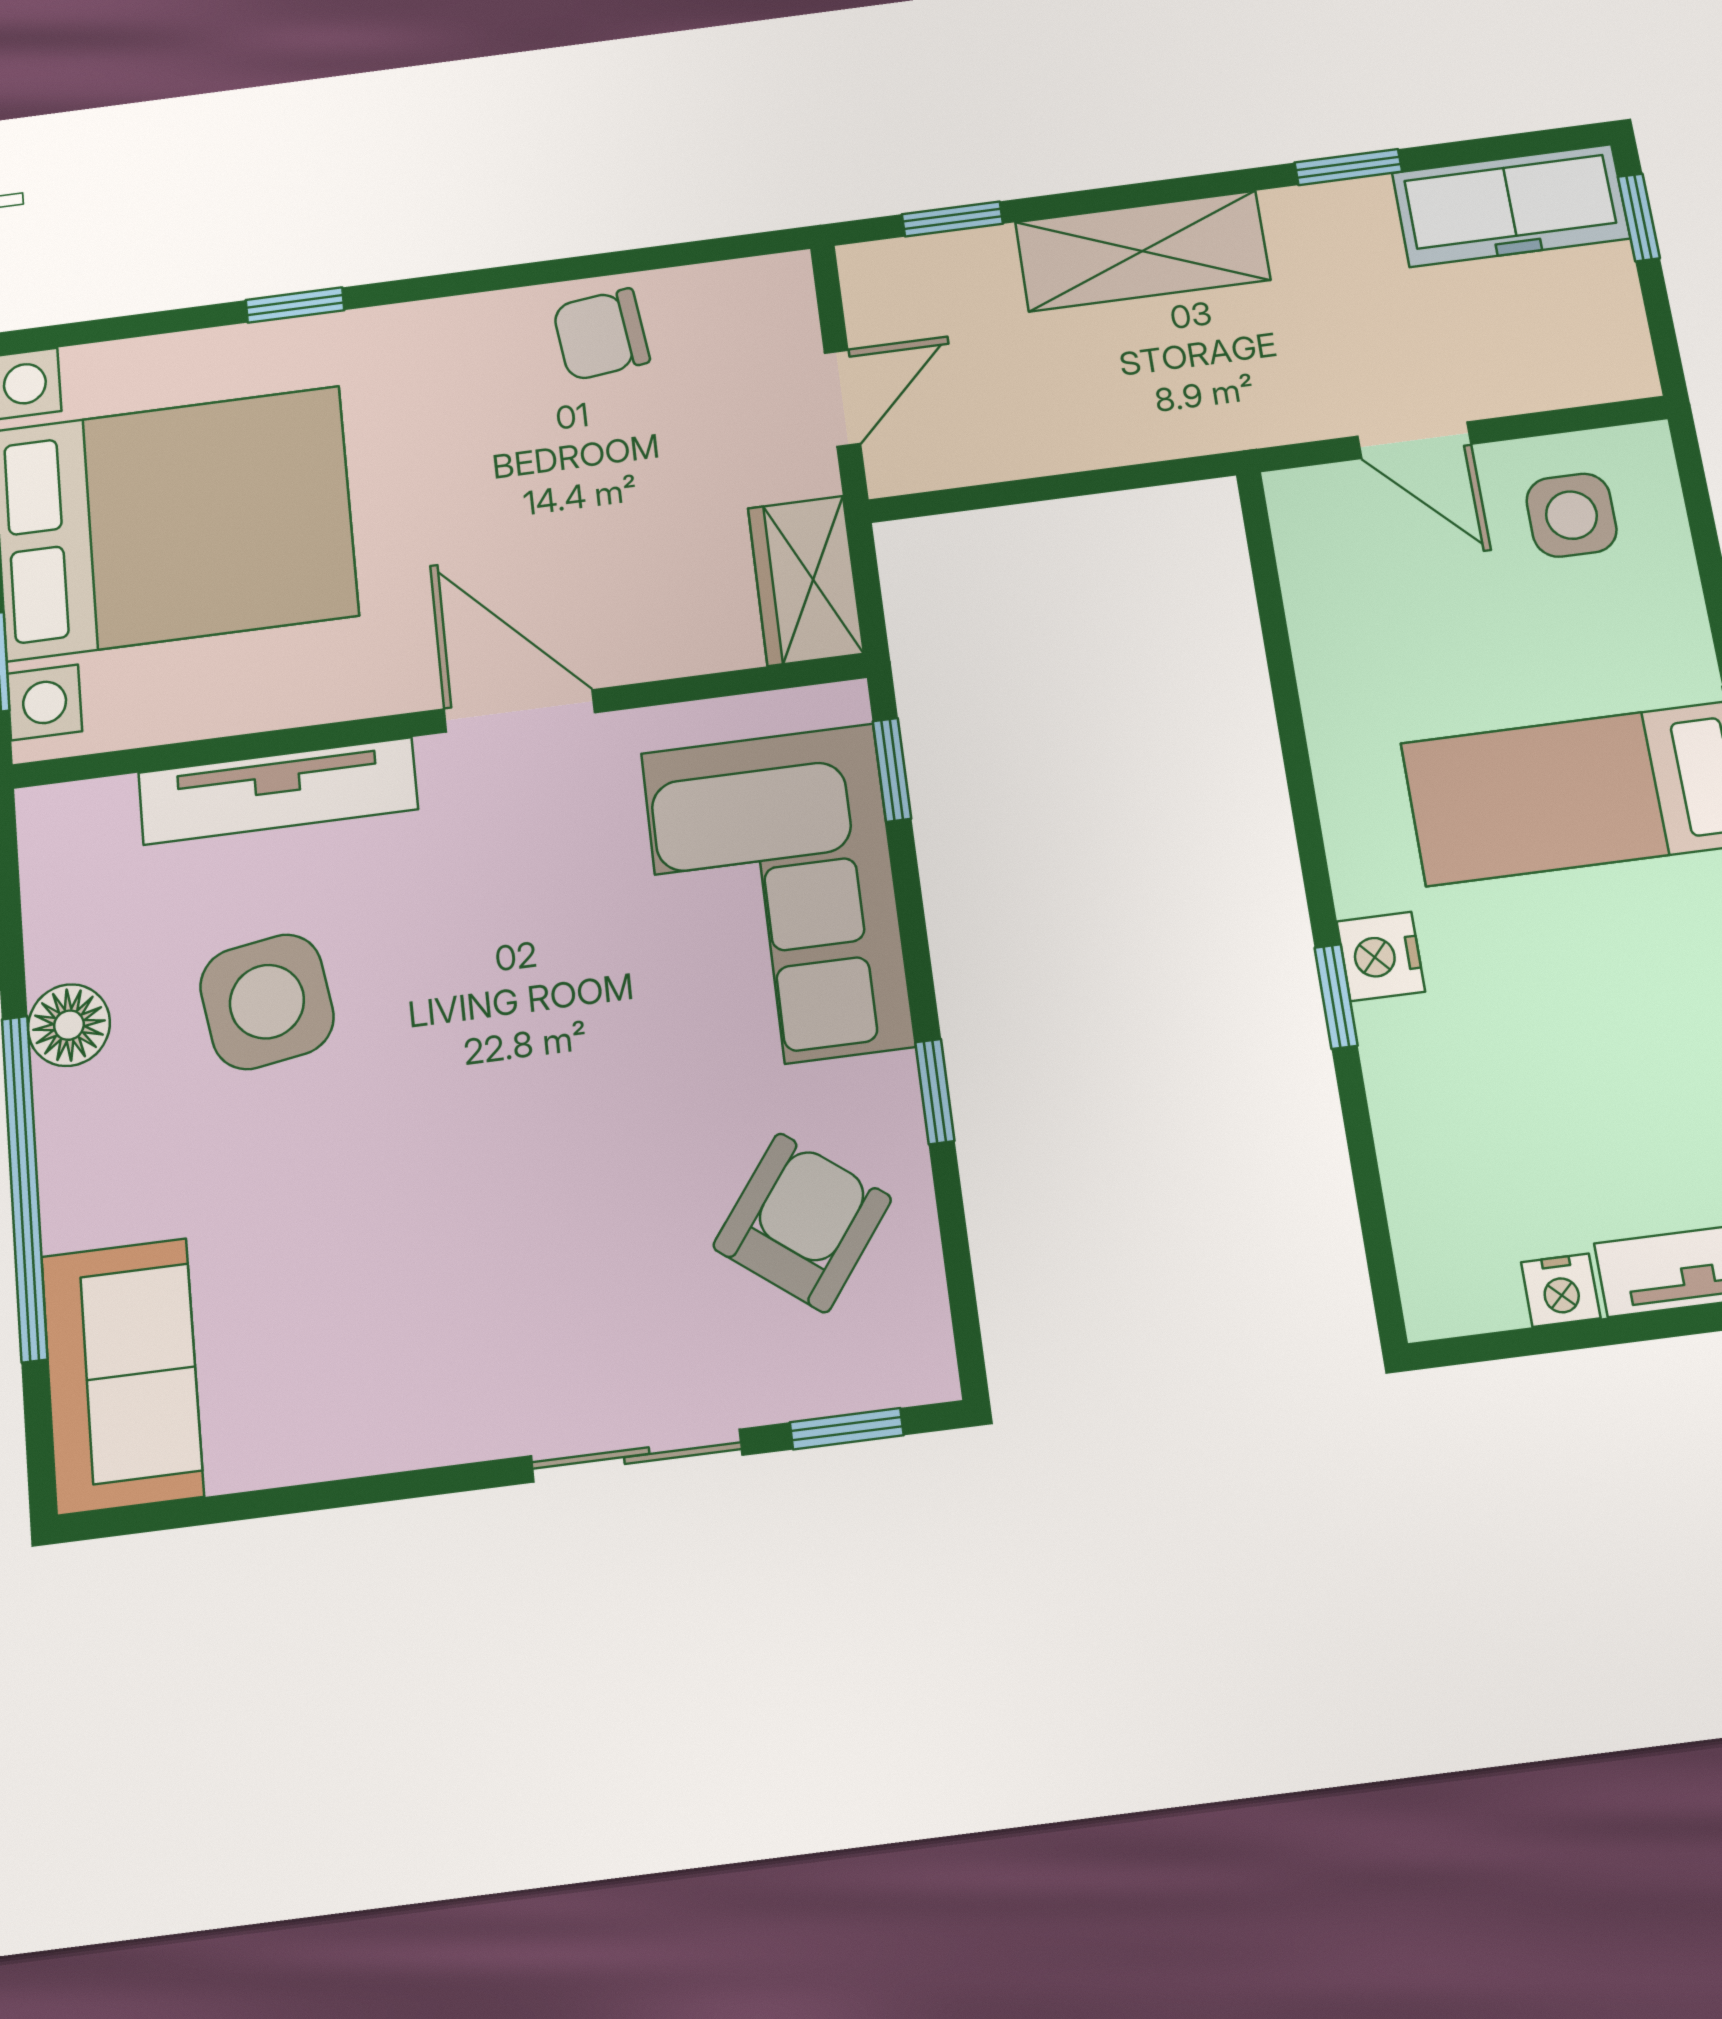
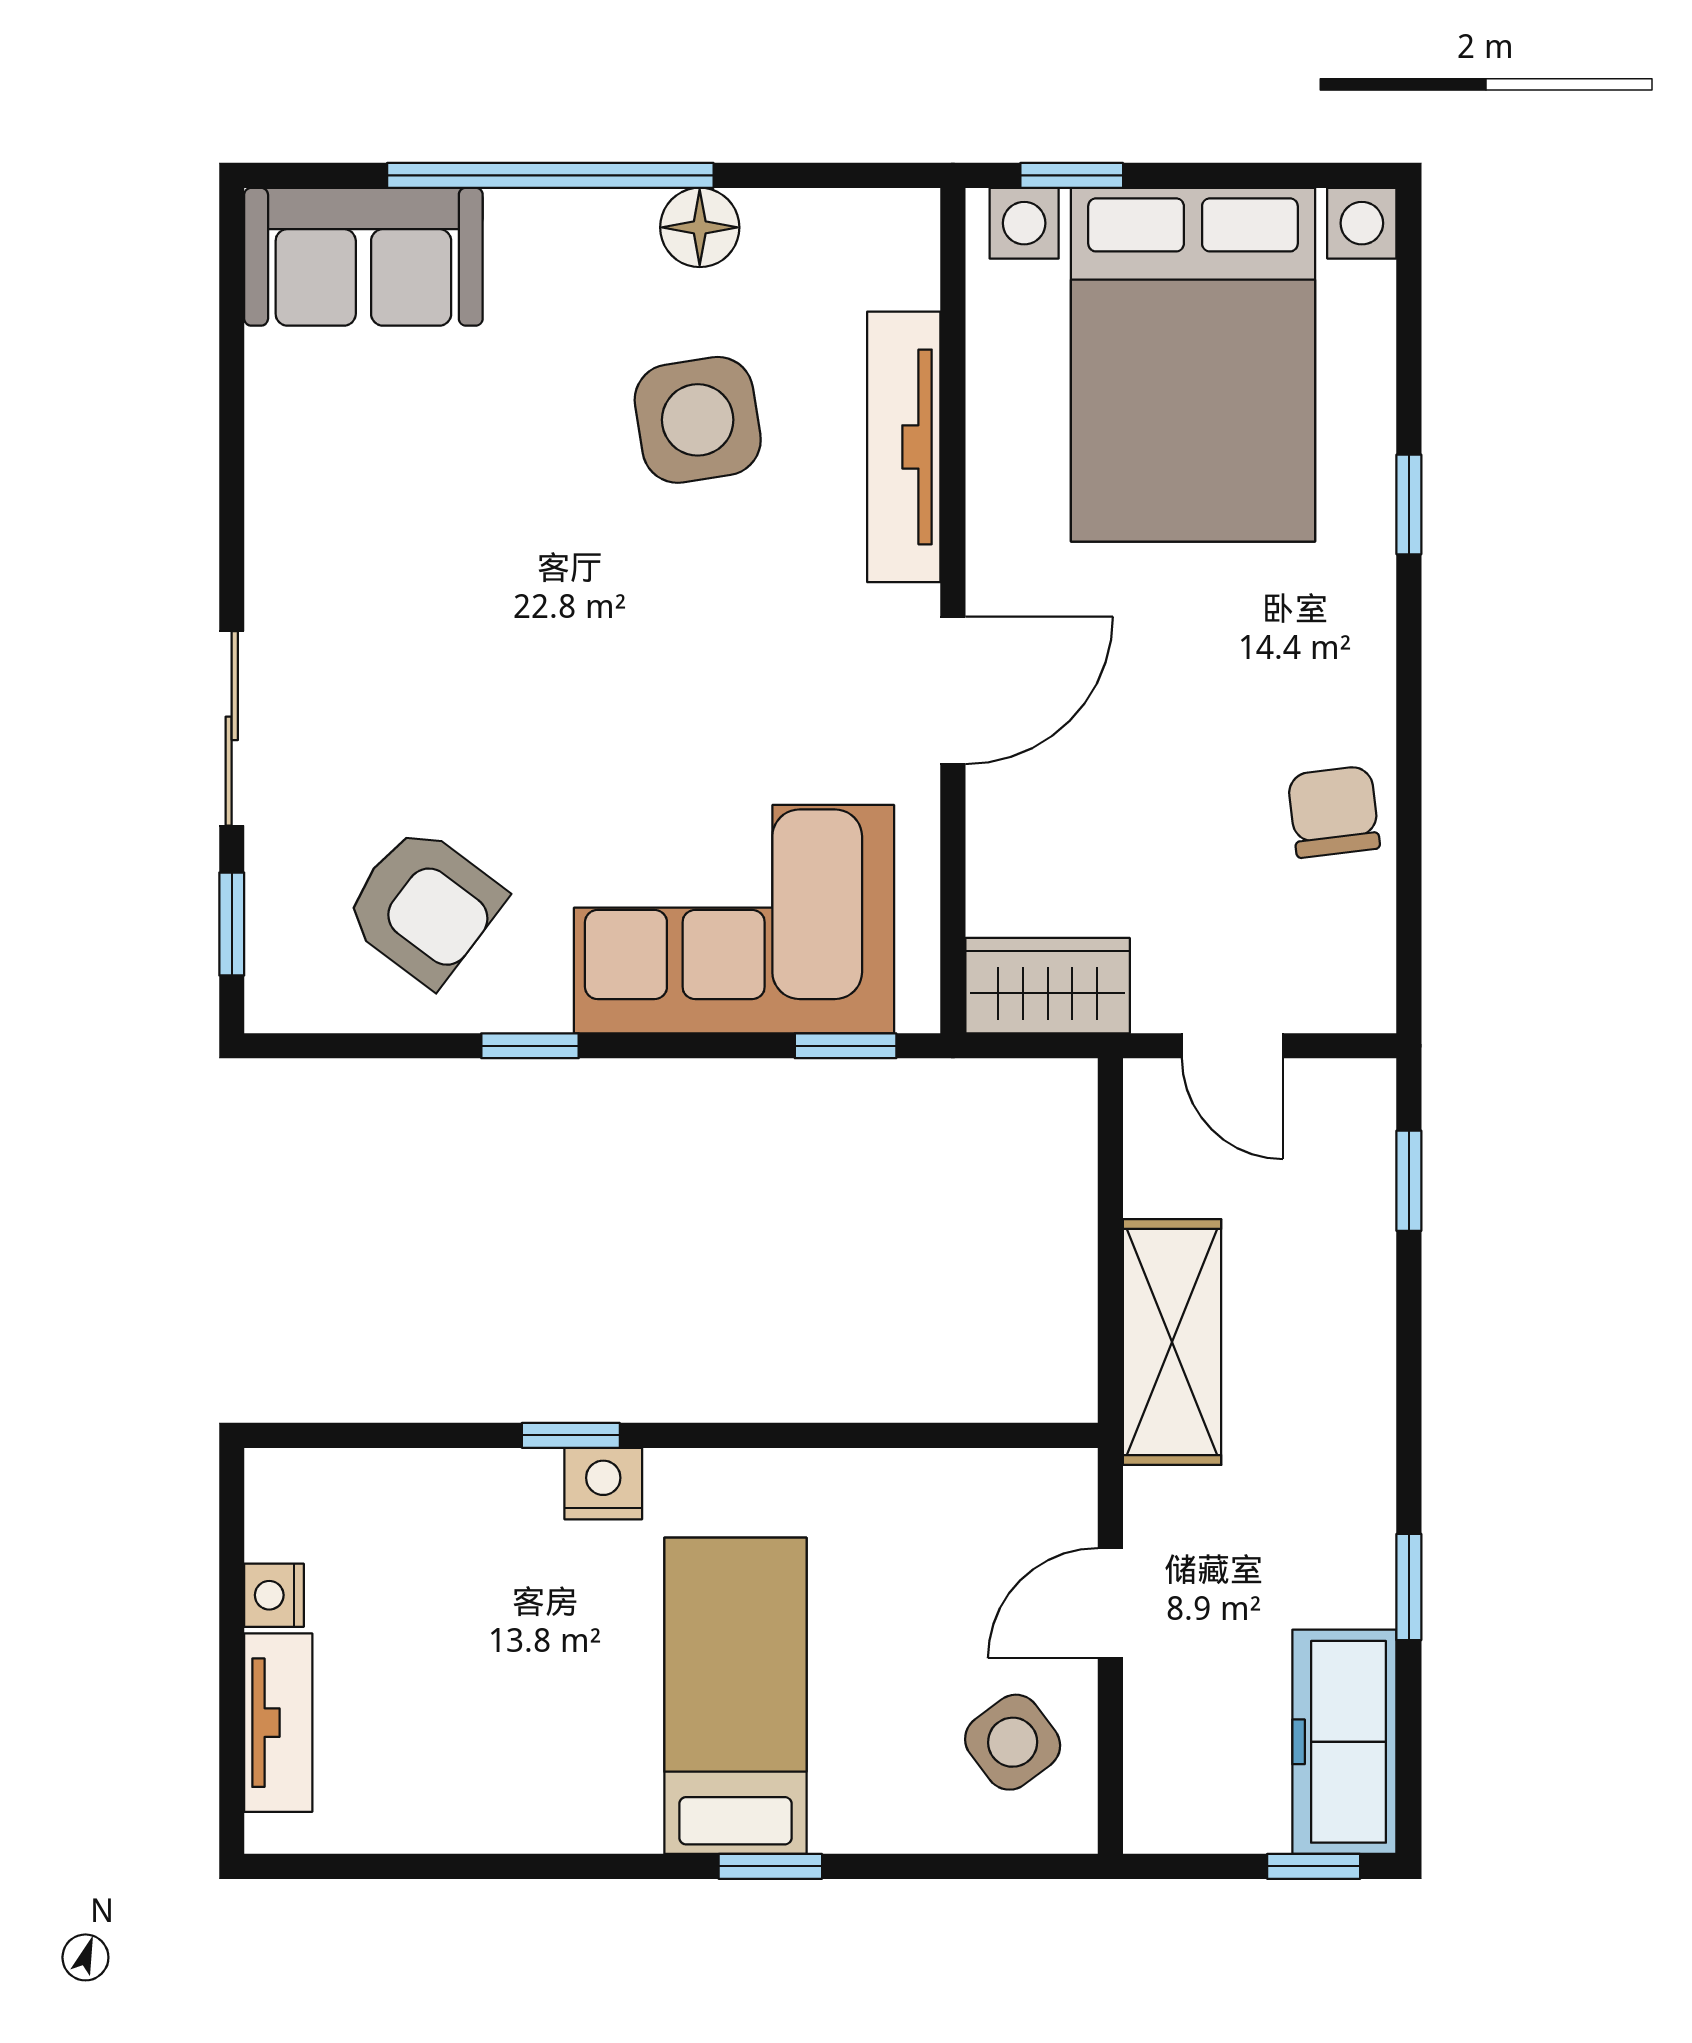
shelving: (1143, 251) -> (1172, 1342), moved
side table: (1571, 515) -> (1013, 1742), turned -37

